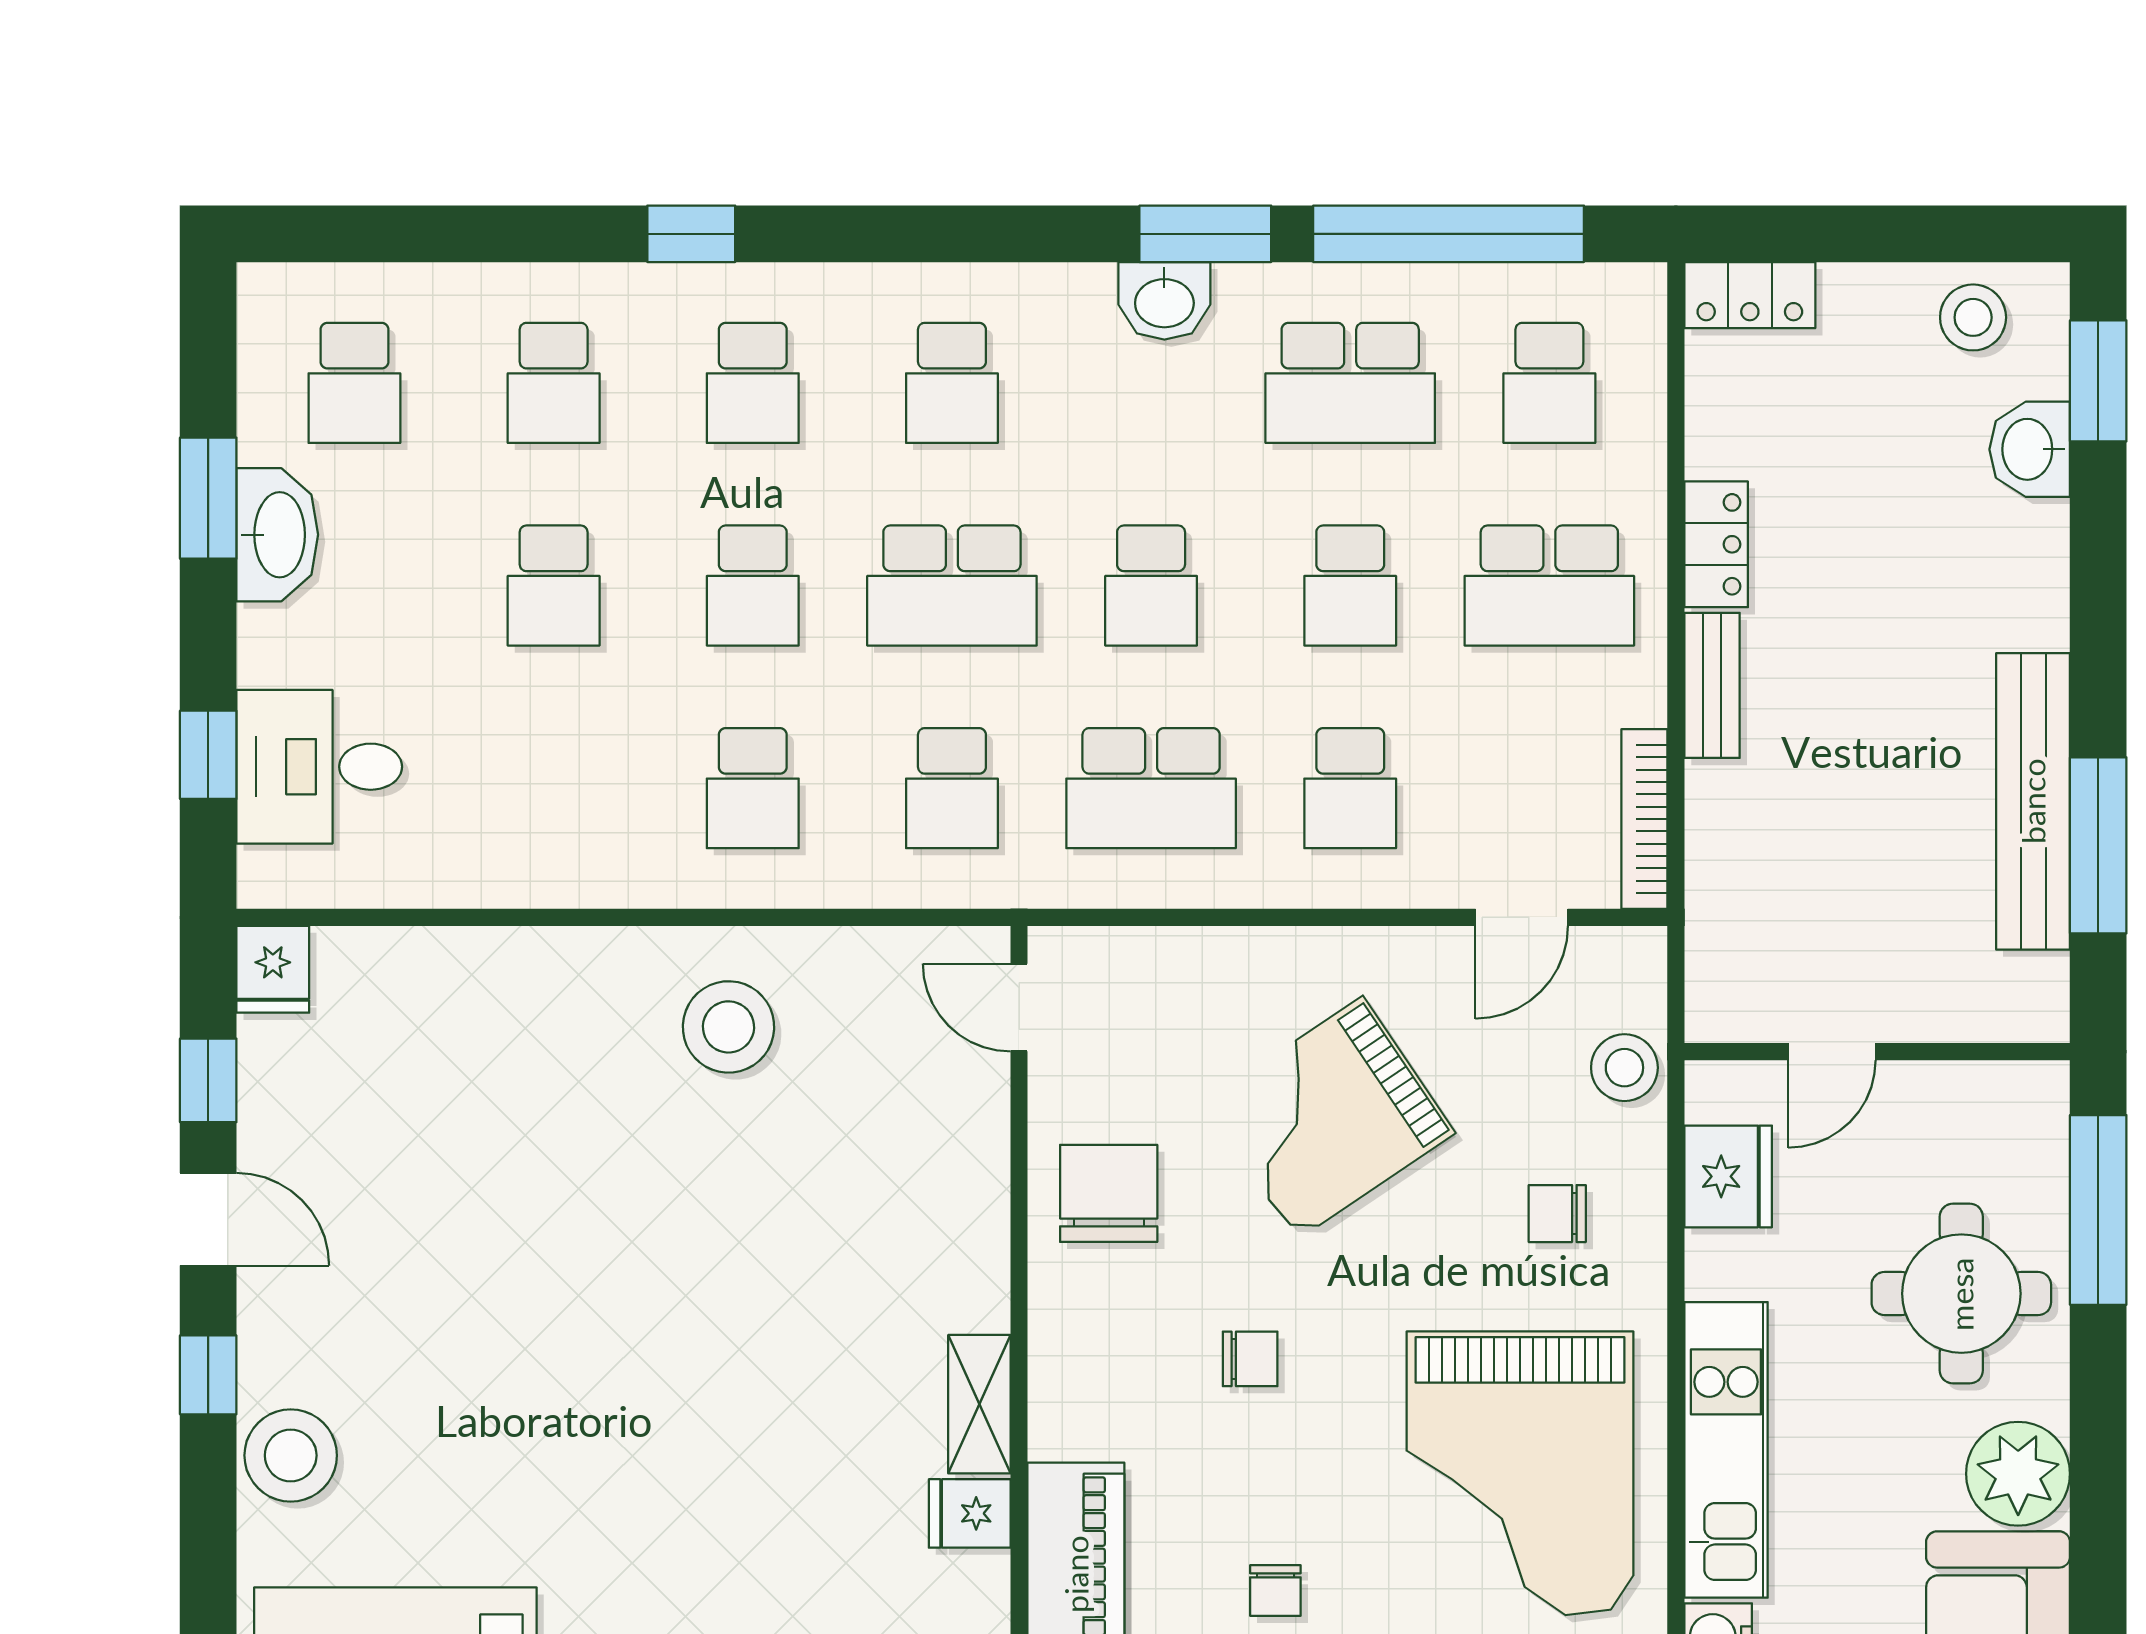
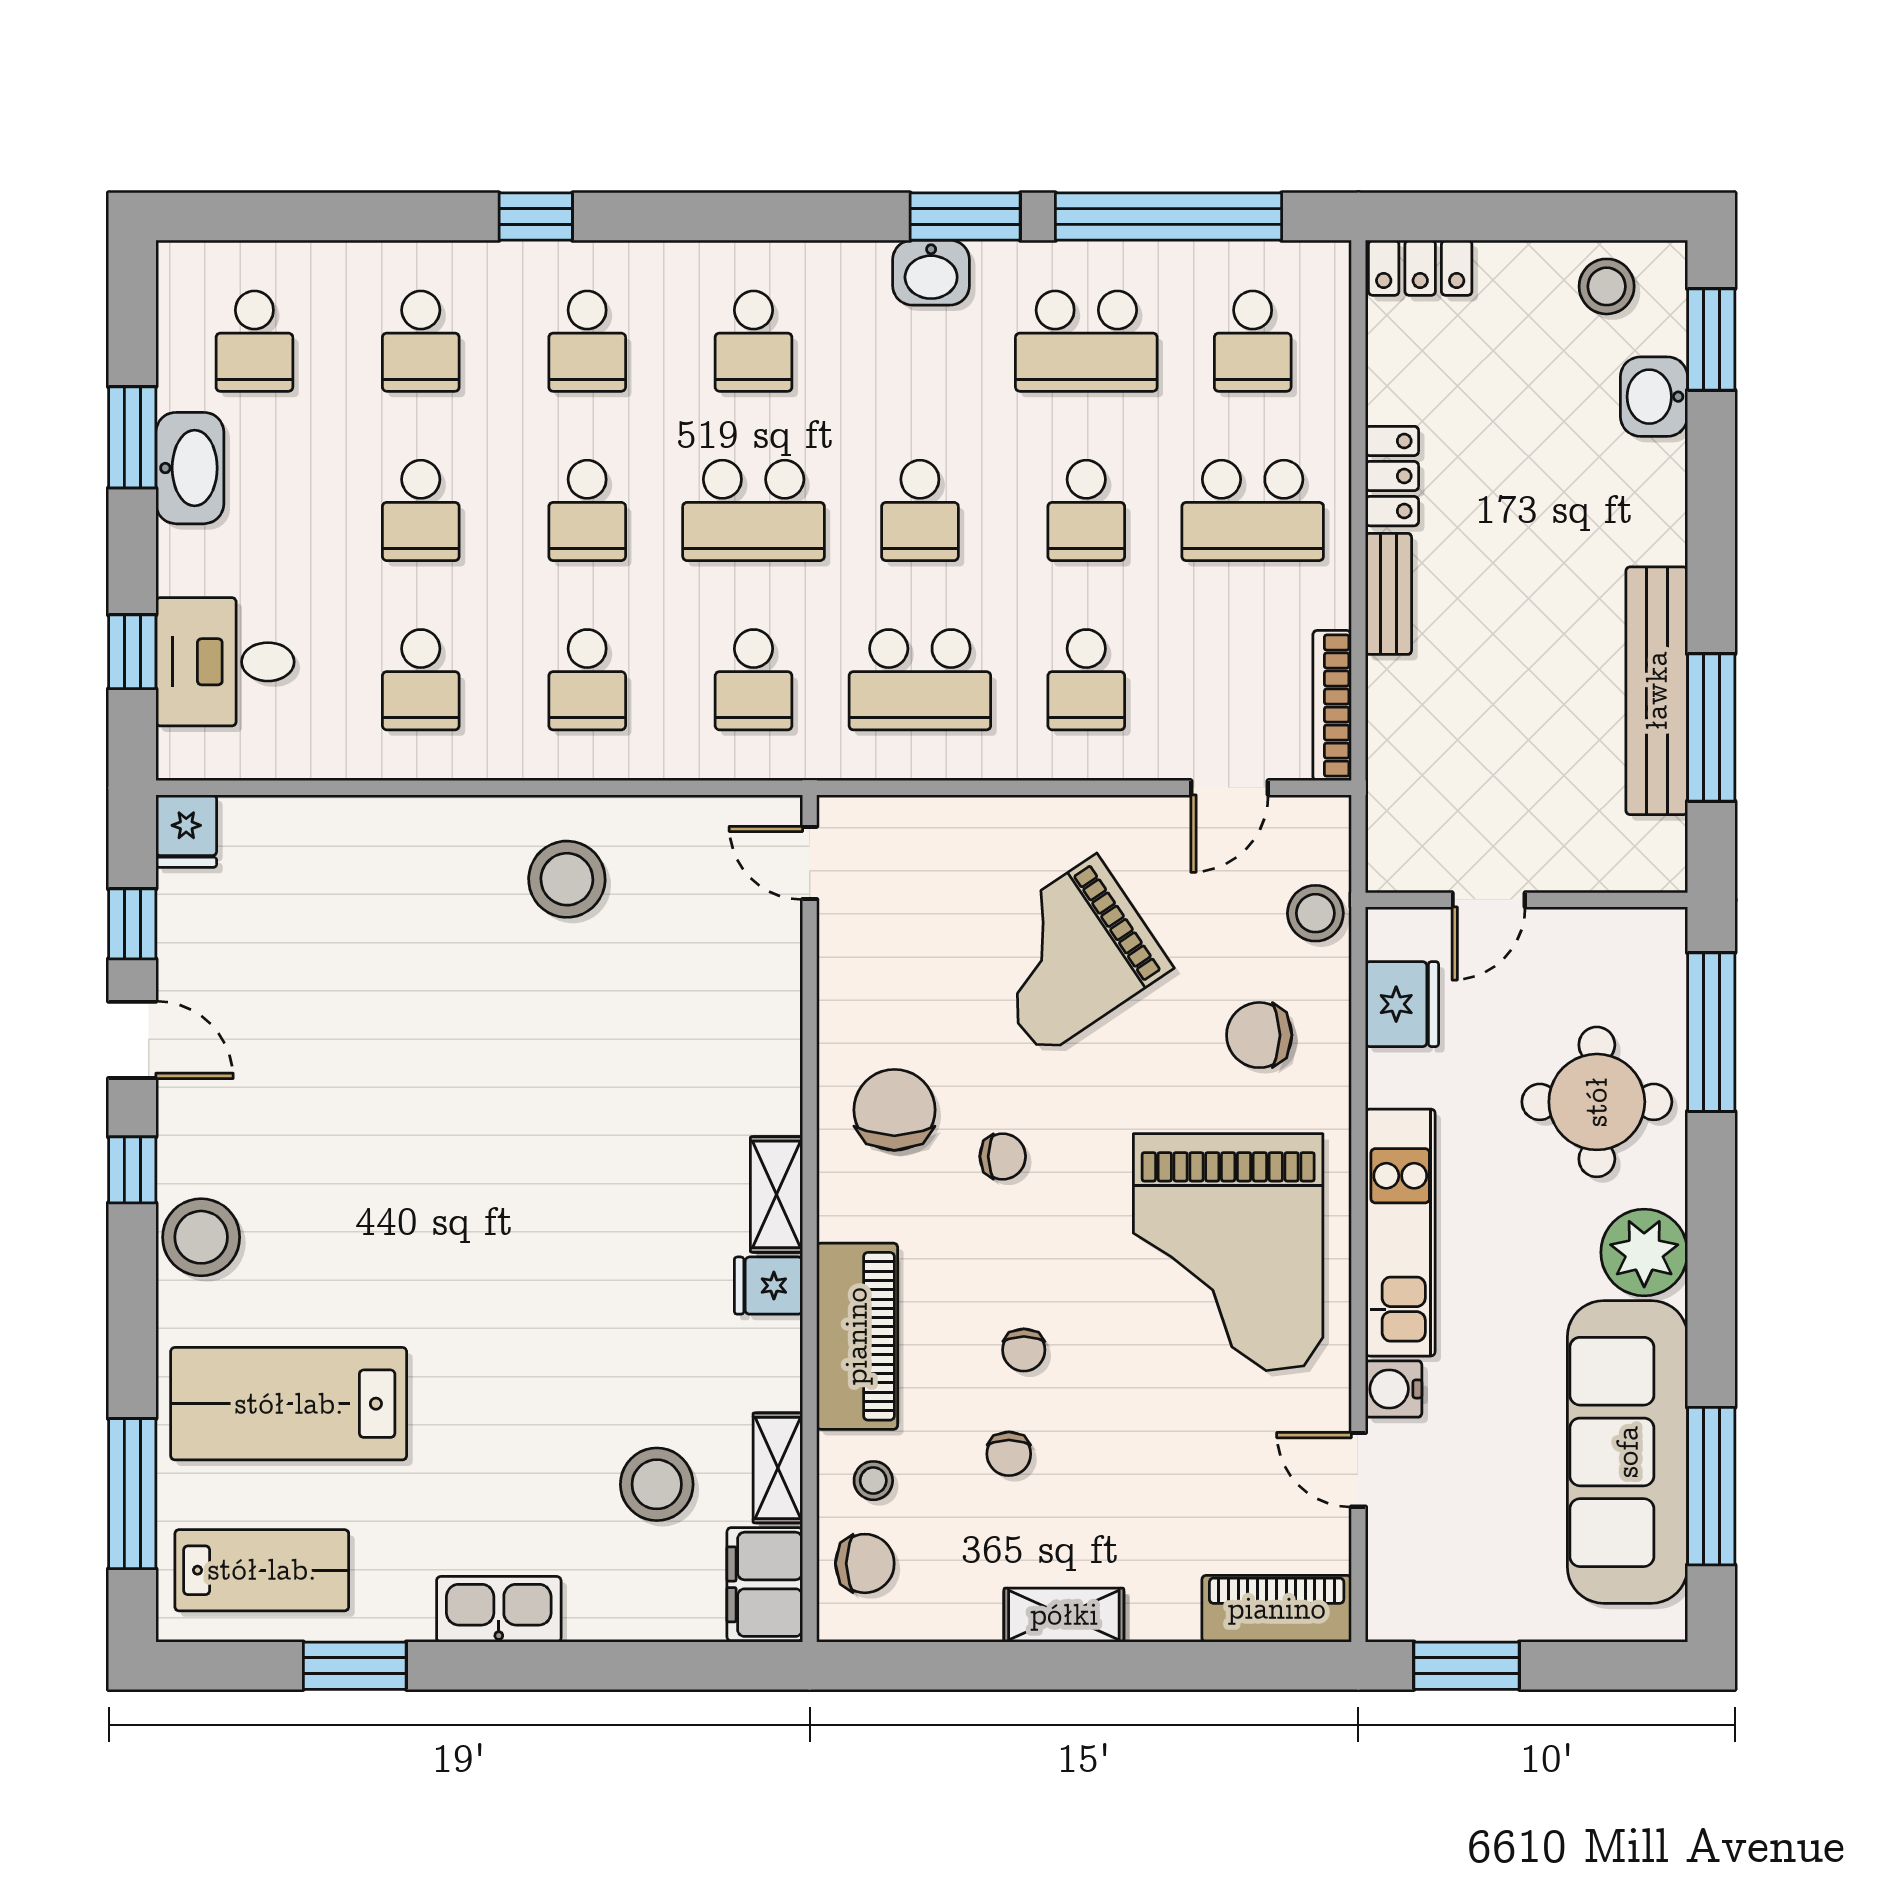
school desk: (554, 788) -> (421, 680), added
chair: (1109, 1193) -> (894, 1110), moved
chair: (1557, 1214) -> (1259, 1035), width x1.37, depth x1.37

